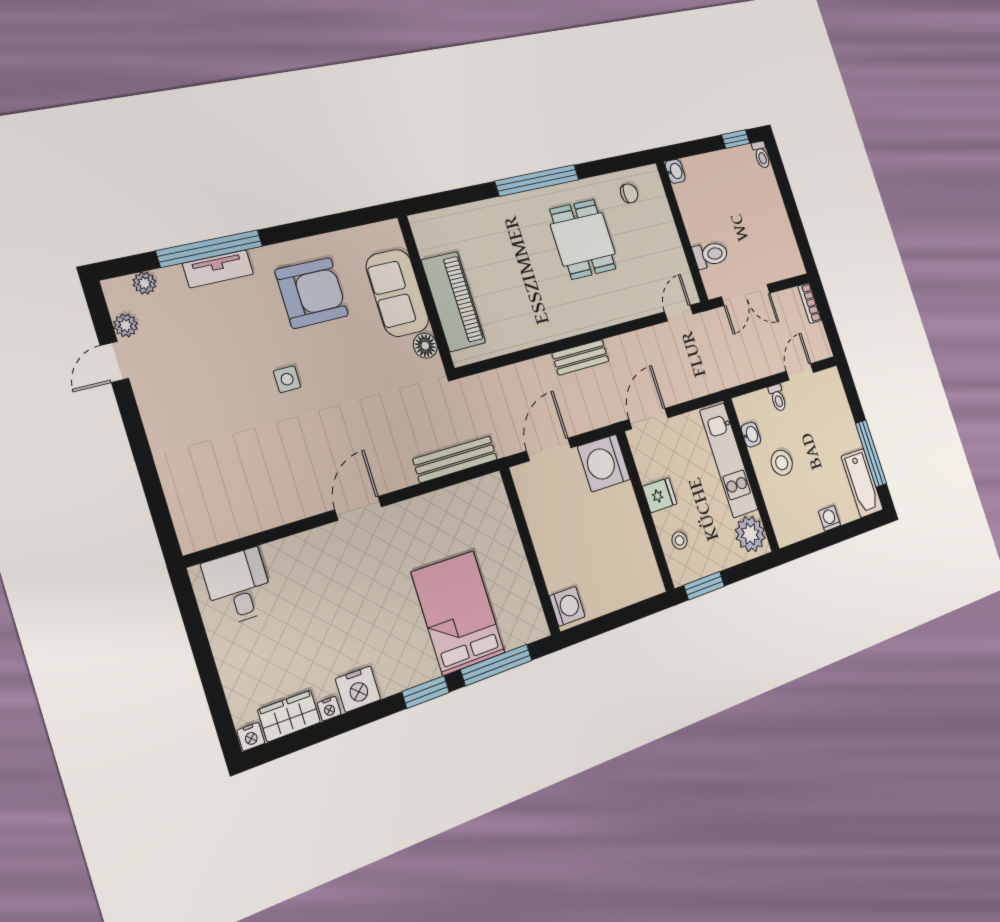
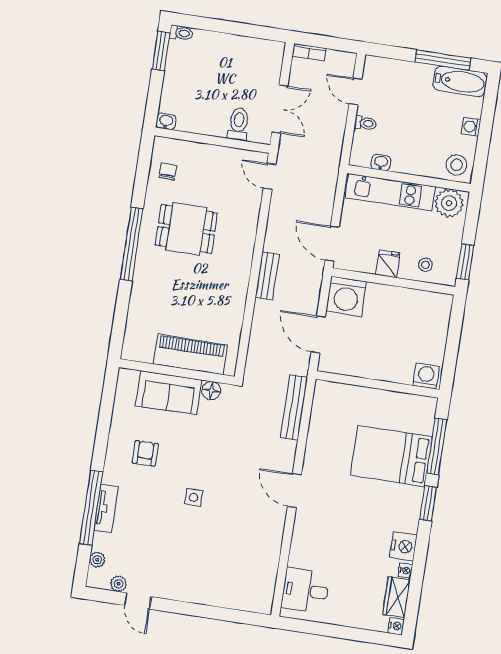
window: (736, 139) -> (161, 51), width x1.50
armchair: (312, 293) -> (145, 453), width x0.53, depth x0.53
stool: (782, 463) -> (457, 165), moved

